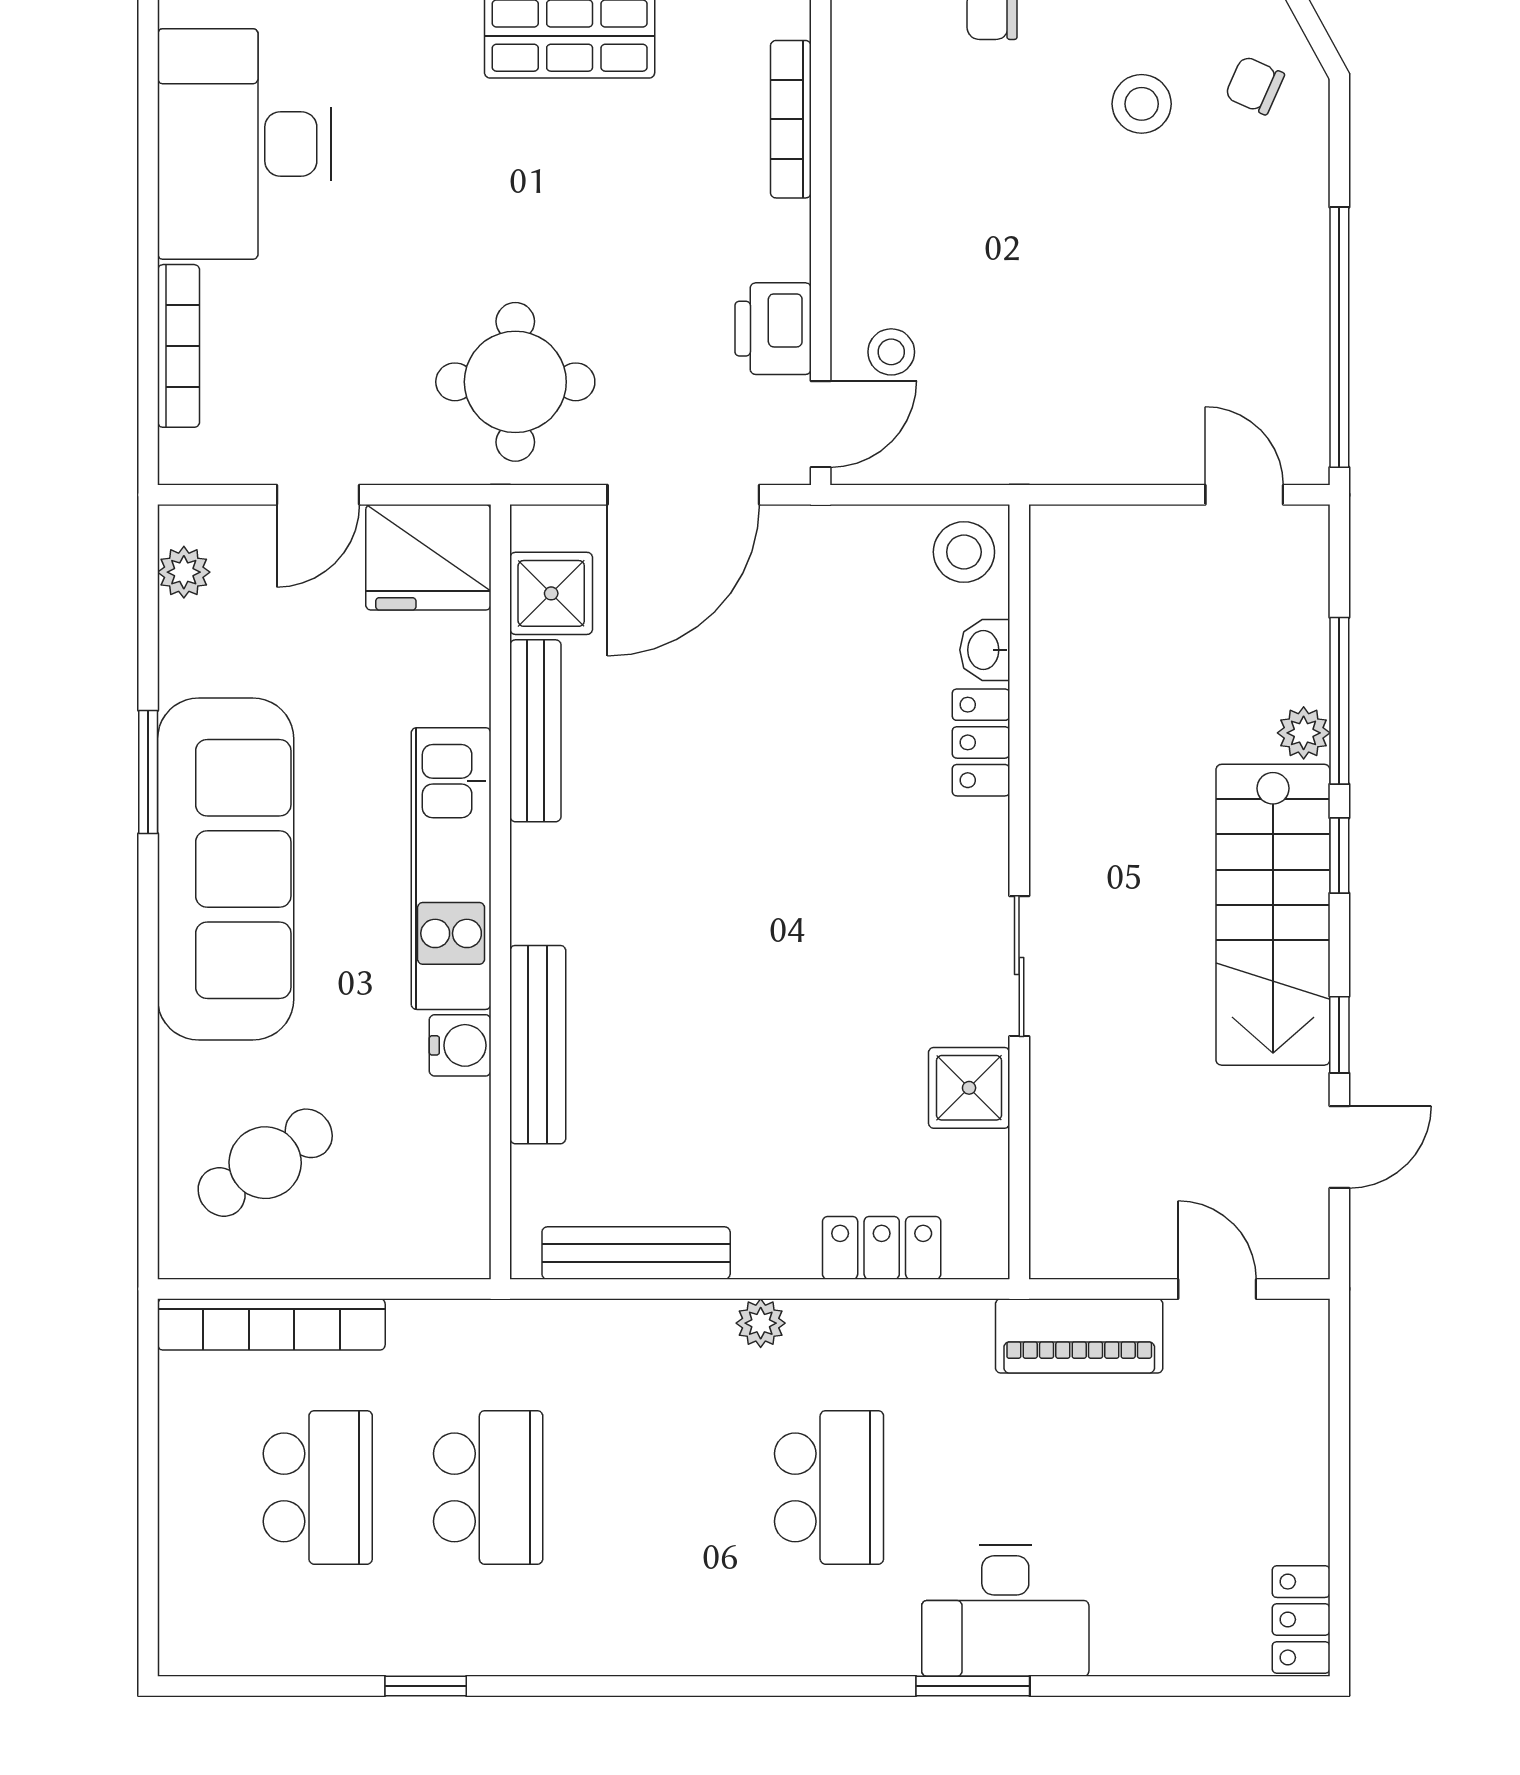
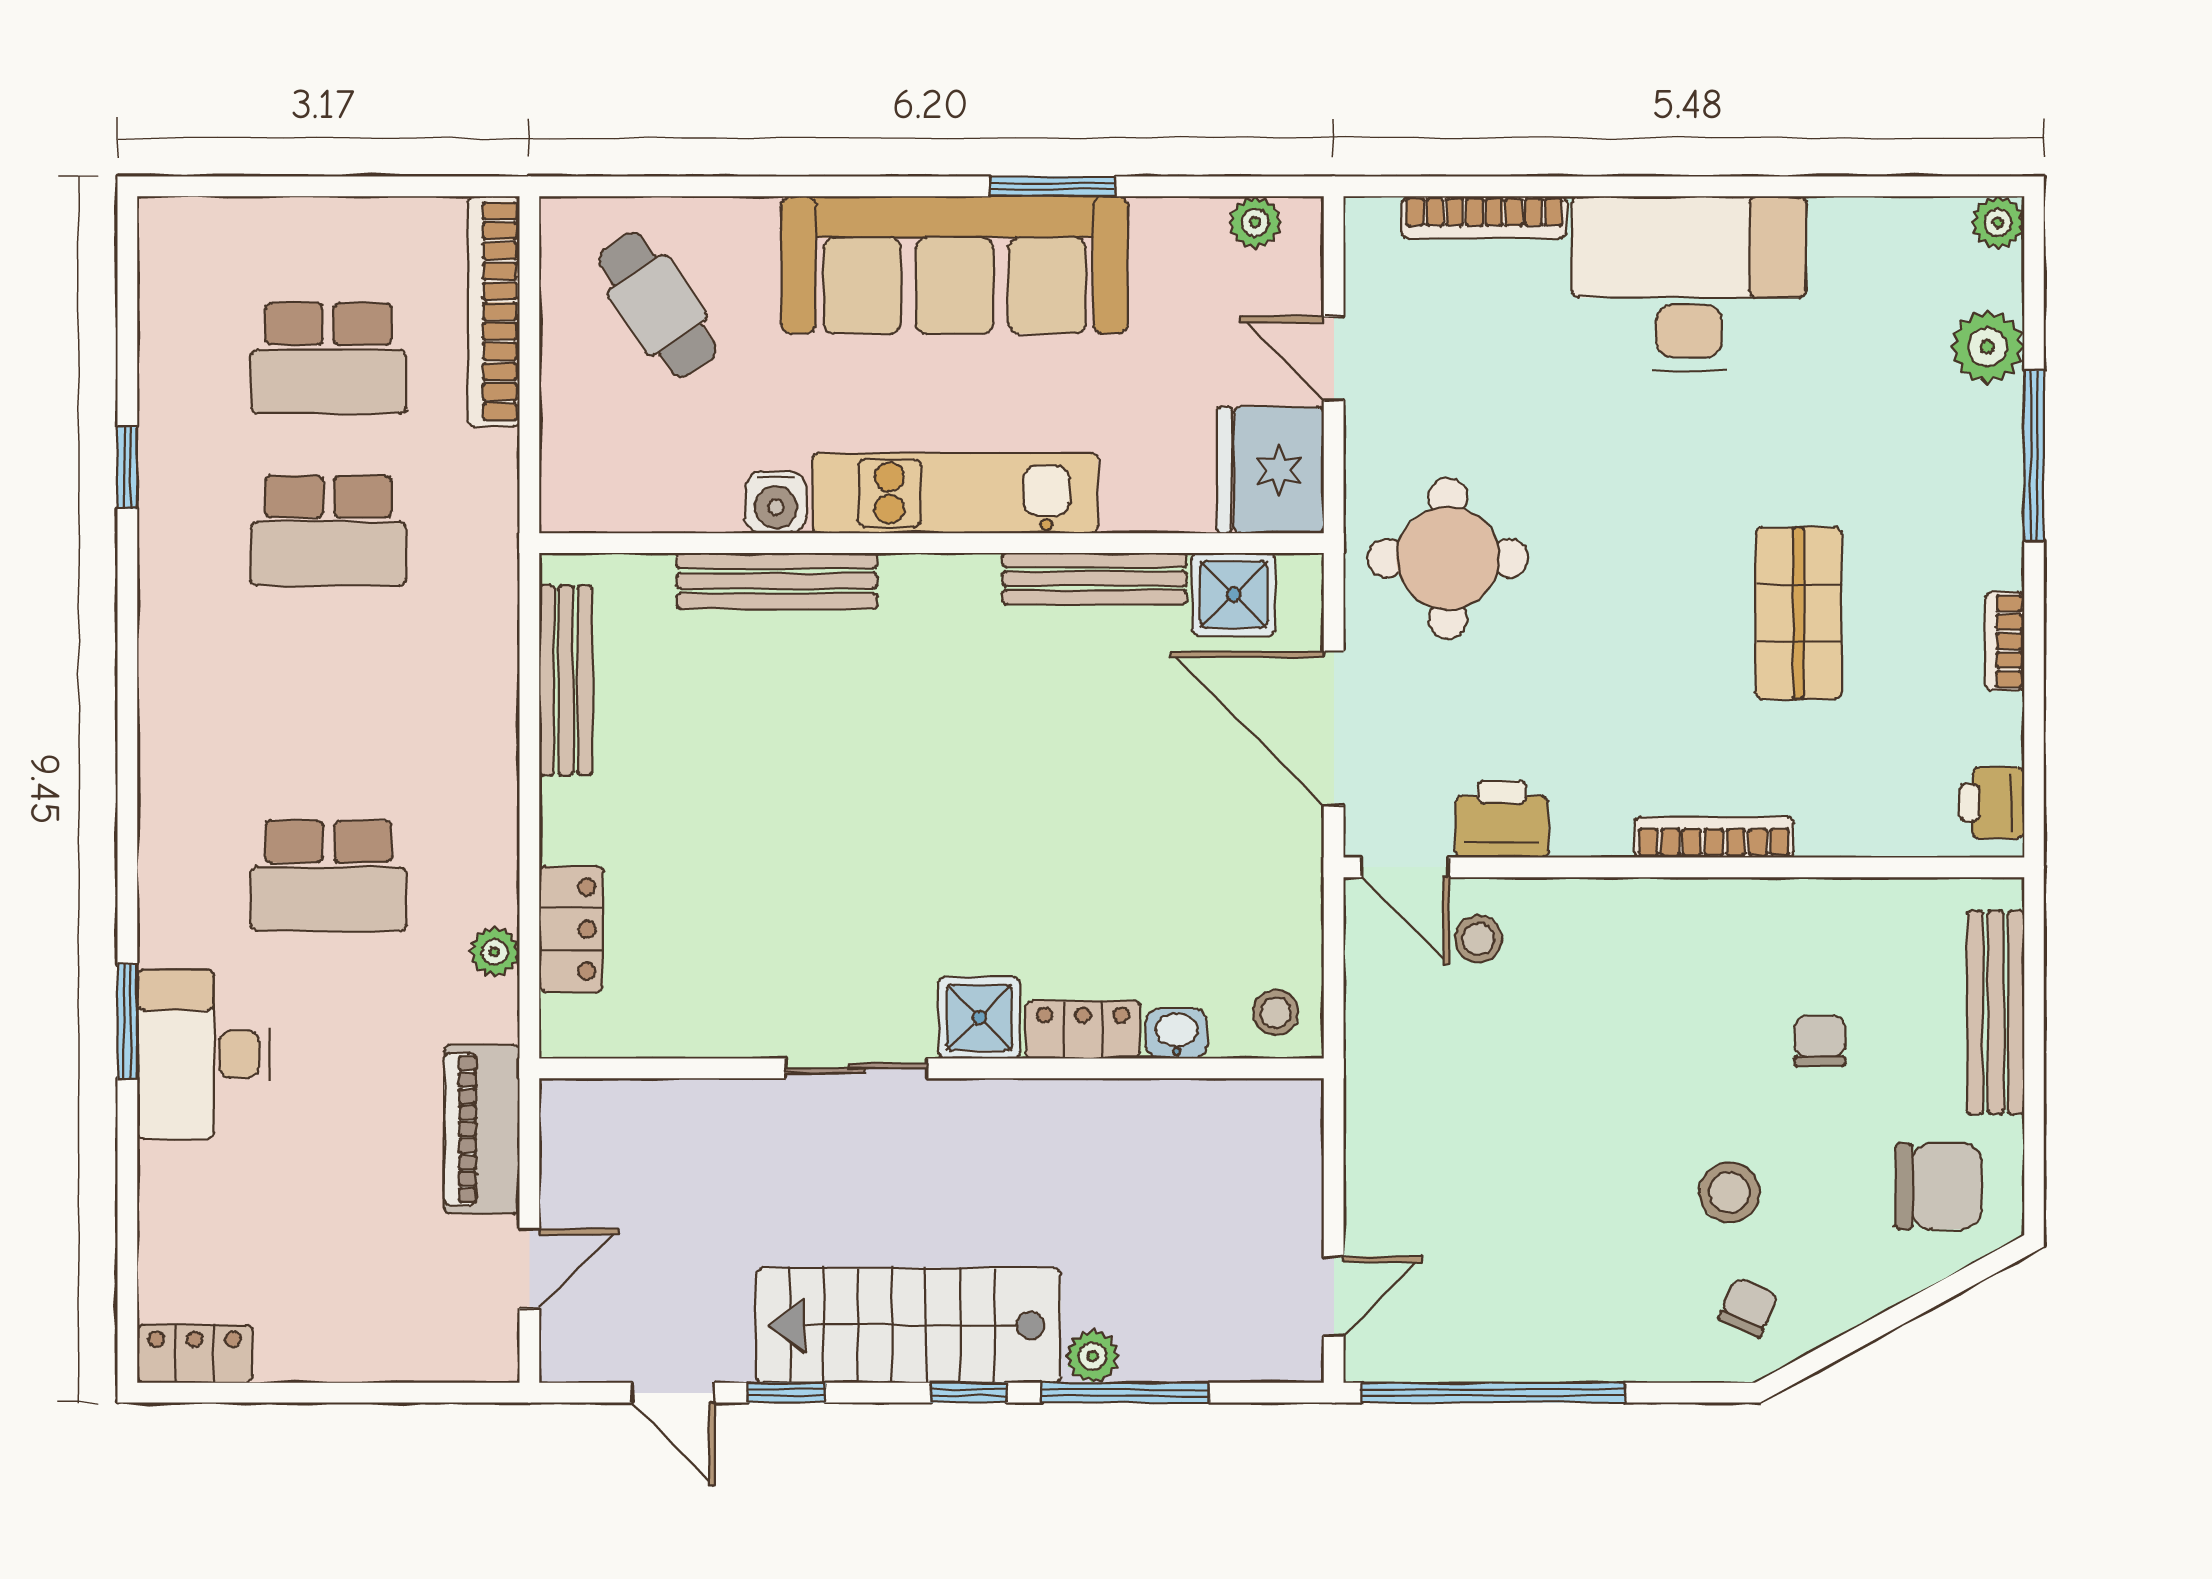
stool: (964, 552) -> (1276, 1012), width x0.73, depth x0.73
shower: (969, 1088) -> (979, 1018), moved
plant: (761, 1323) -> (495, 952), moved

